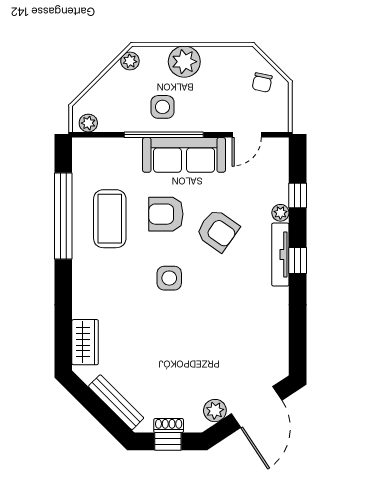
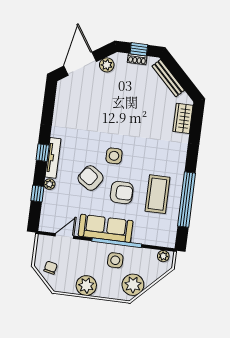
plant: (130, 61) -> (133, 285), width x1.87, depth x1.87
plant: (184, 62) -> (86, 286), moved
side table: (169, 278) -> (114, 156), moved

